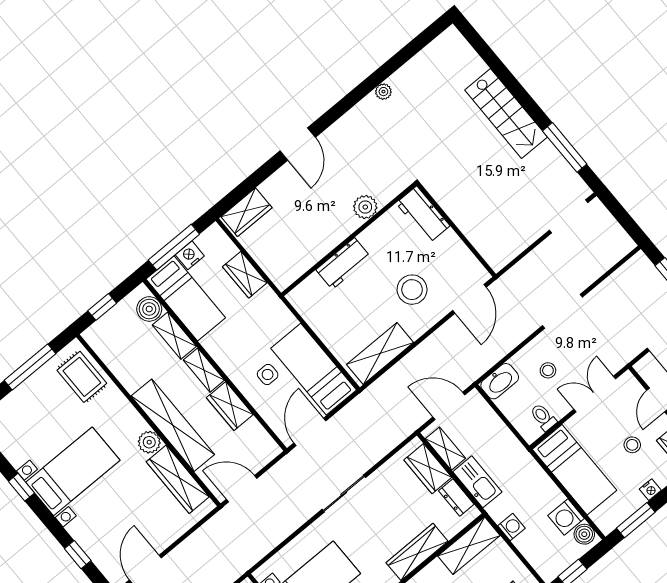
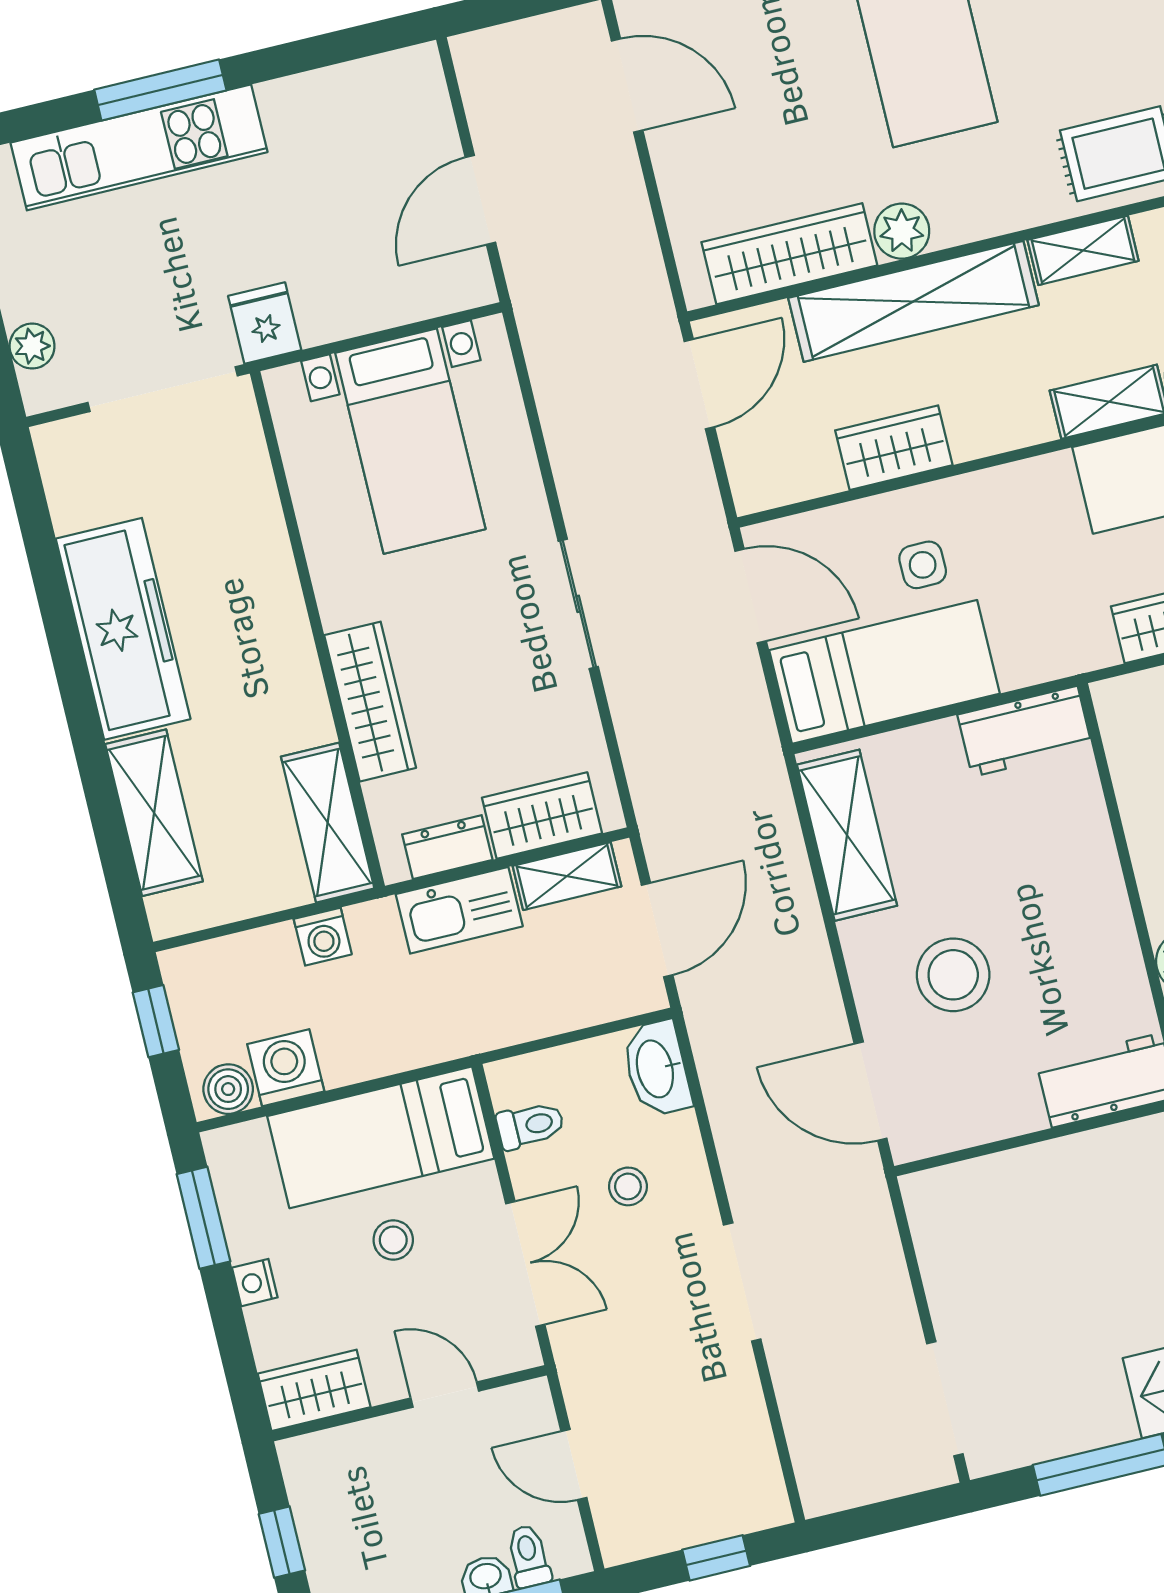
workbench: (343, 263) -> (1025, 731), moved, turned -90
shelving: (204, 370) -> (1083, 250), moved
stool: (632, 445) -> (393, 1240), moved

